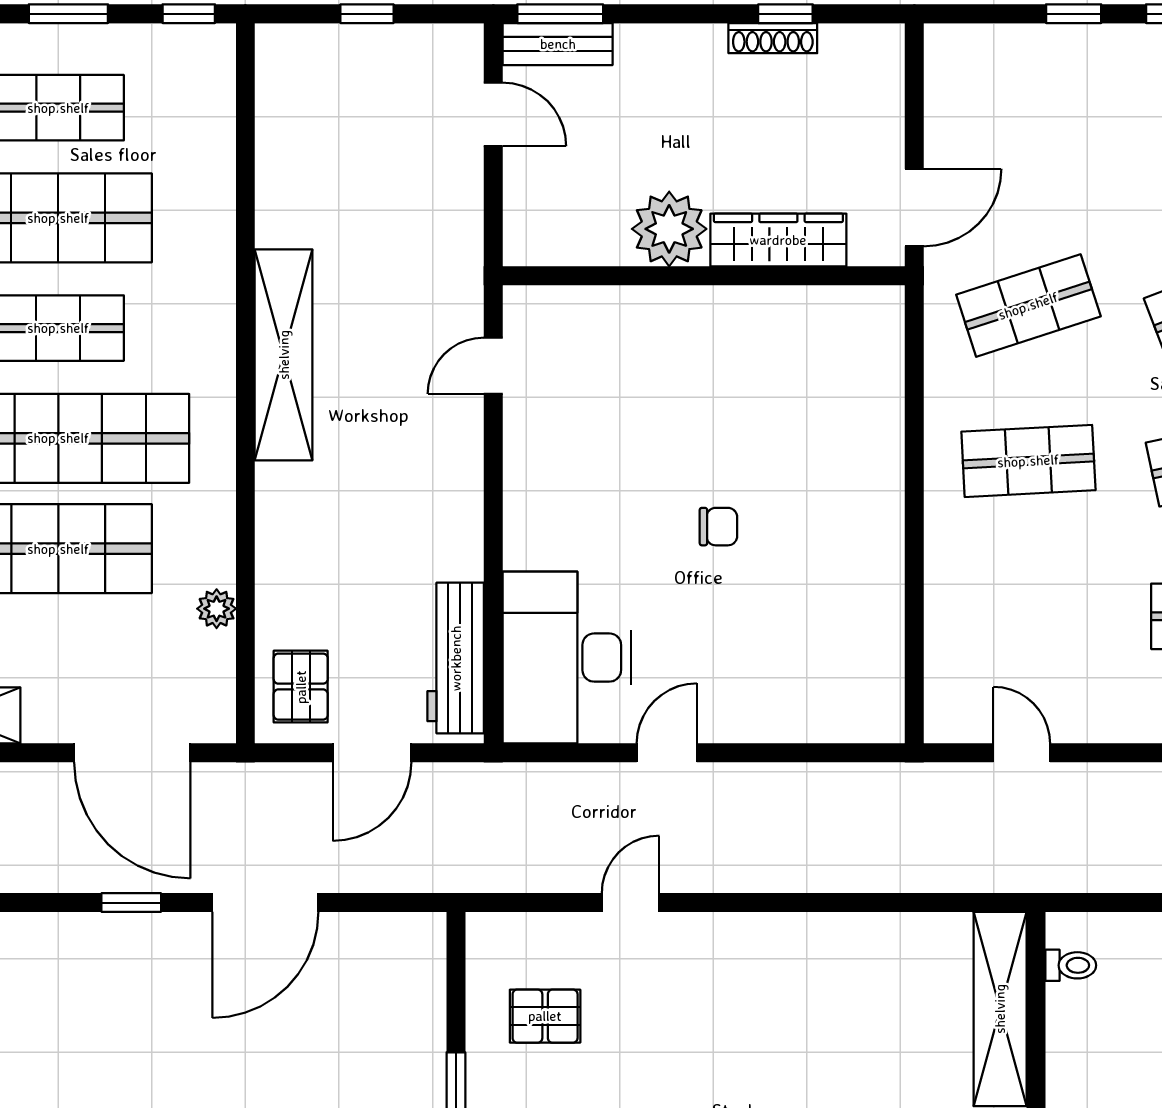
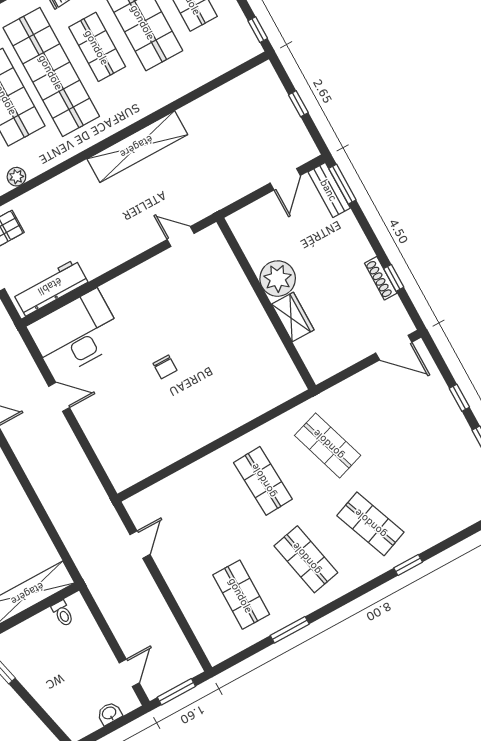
door: (914, 208) -> (394, 348), moved
wardrobe: (778, 240) -> (293, 317), width x0.67

